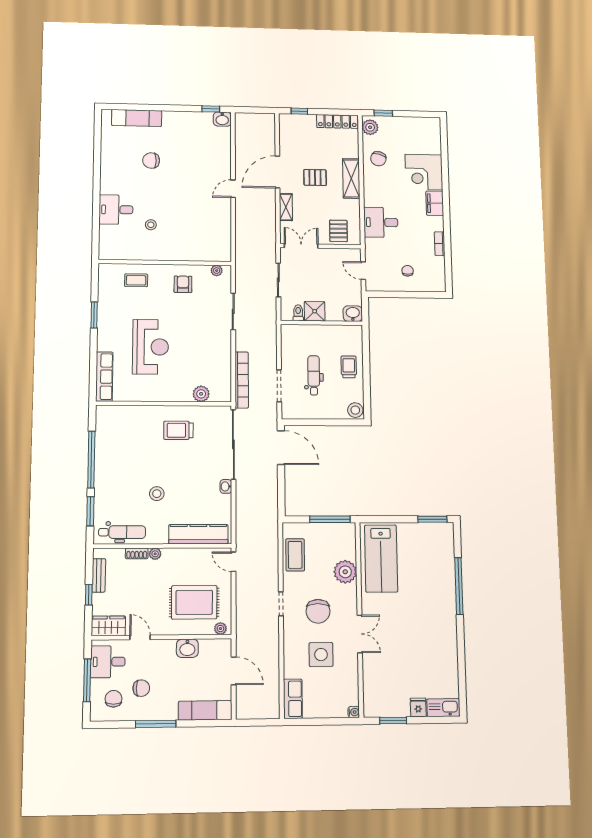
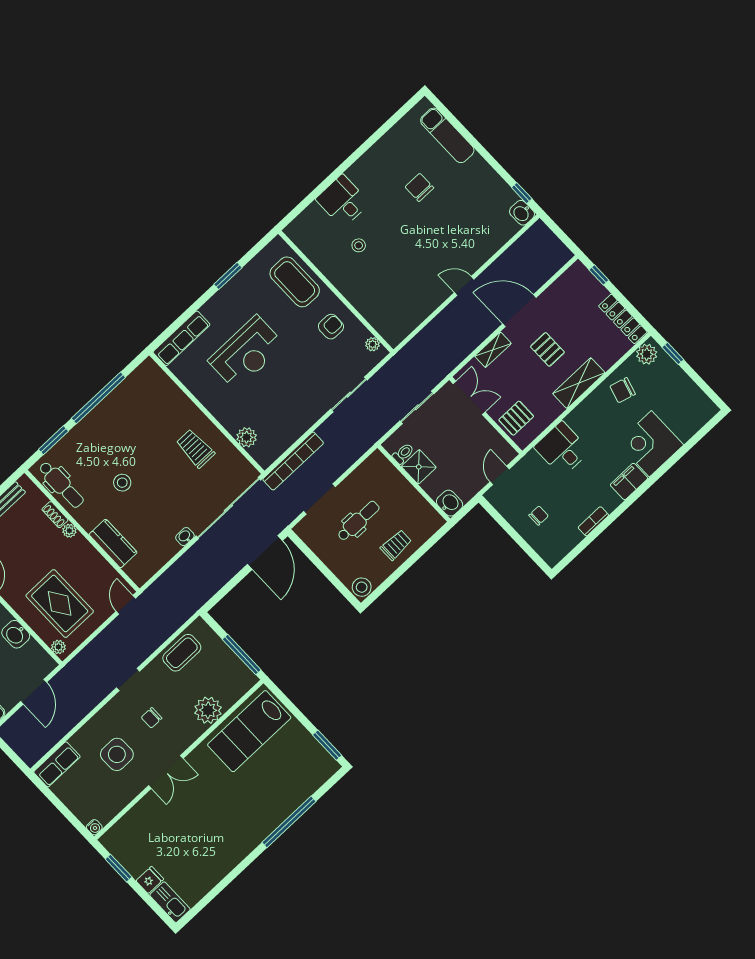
coffee table: (136, 280) -> (295, 282), width x1.86, depth x1.72
kitchen counter: (198, 534) -> (113, 543), width x0.67
chair: (318, 611) -> (152, 718), width x0.54, depth x0.54

